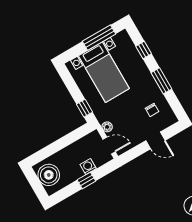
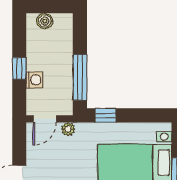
window: (70, 138) -> (80, 77), added
boiler: (49, 175) -> (45, 21), width x0.54, depth x0.54

